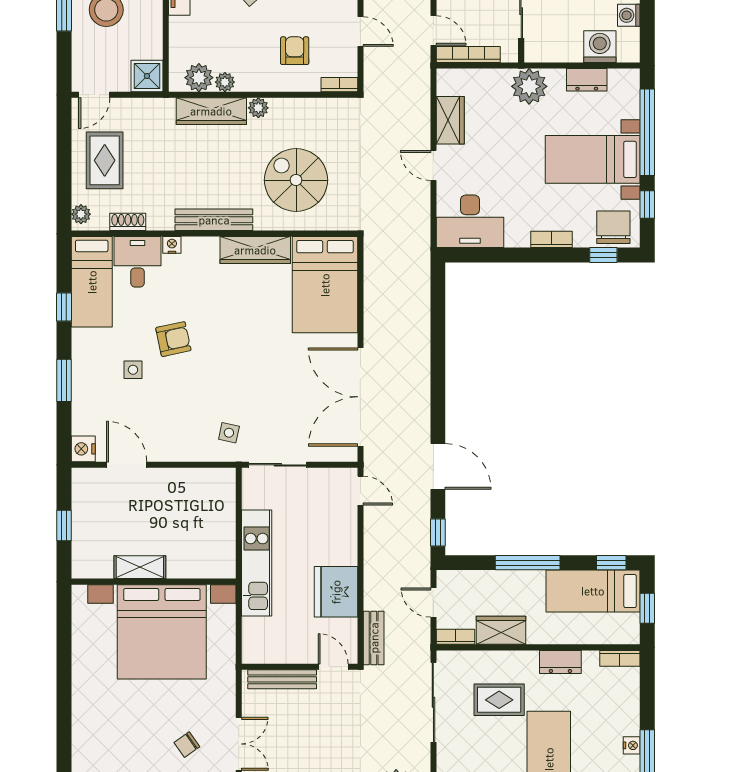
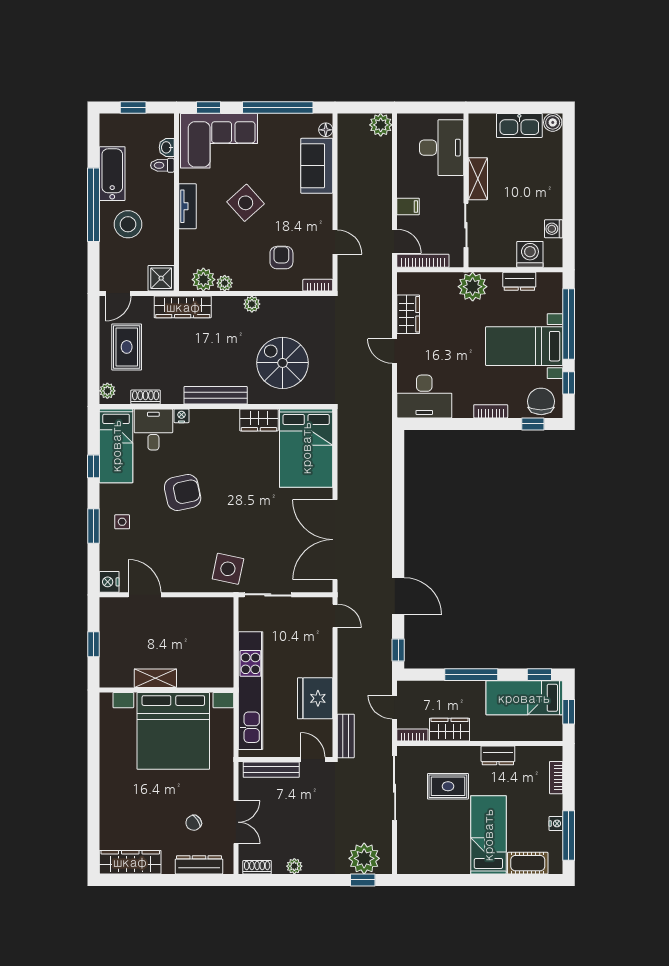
wardrobe: (211, 111) -> (183, 307), moved
wardrobe: (255, 250) -> (259, 420), width x0.67
armchair: (173, 339) -> (183, 493), width x1.38, depth x1.38
side table: (133, 370) -> (122, 522), moved
side table: (229, 433) -> (228, 569), width x1.87, depth x1.87
kitchen unit: (257, 563) -> (250, 691), width x1.36
bookcase: (620, 658) -> (556, 778), moved, turned 90

